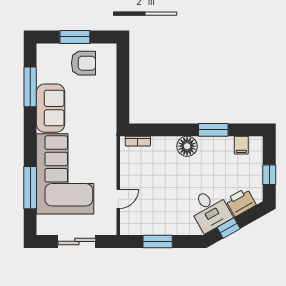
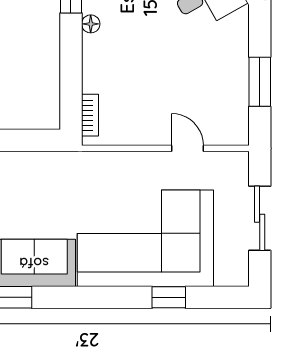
floor lamp: (187, 146) -> (91, 24), width x0.53, depth x0.53
window: (30, 188) -> (169, 297), width x0.46

